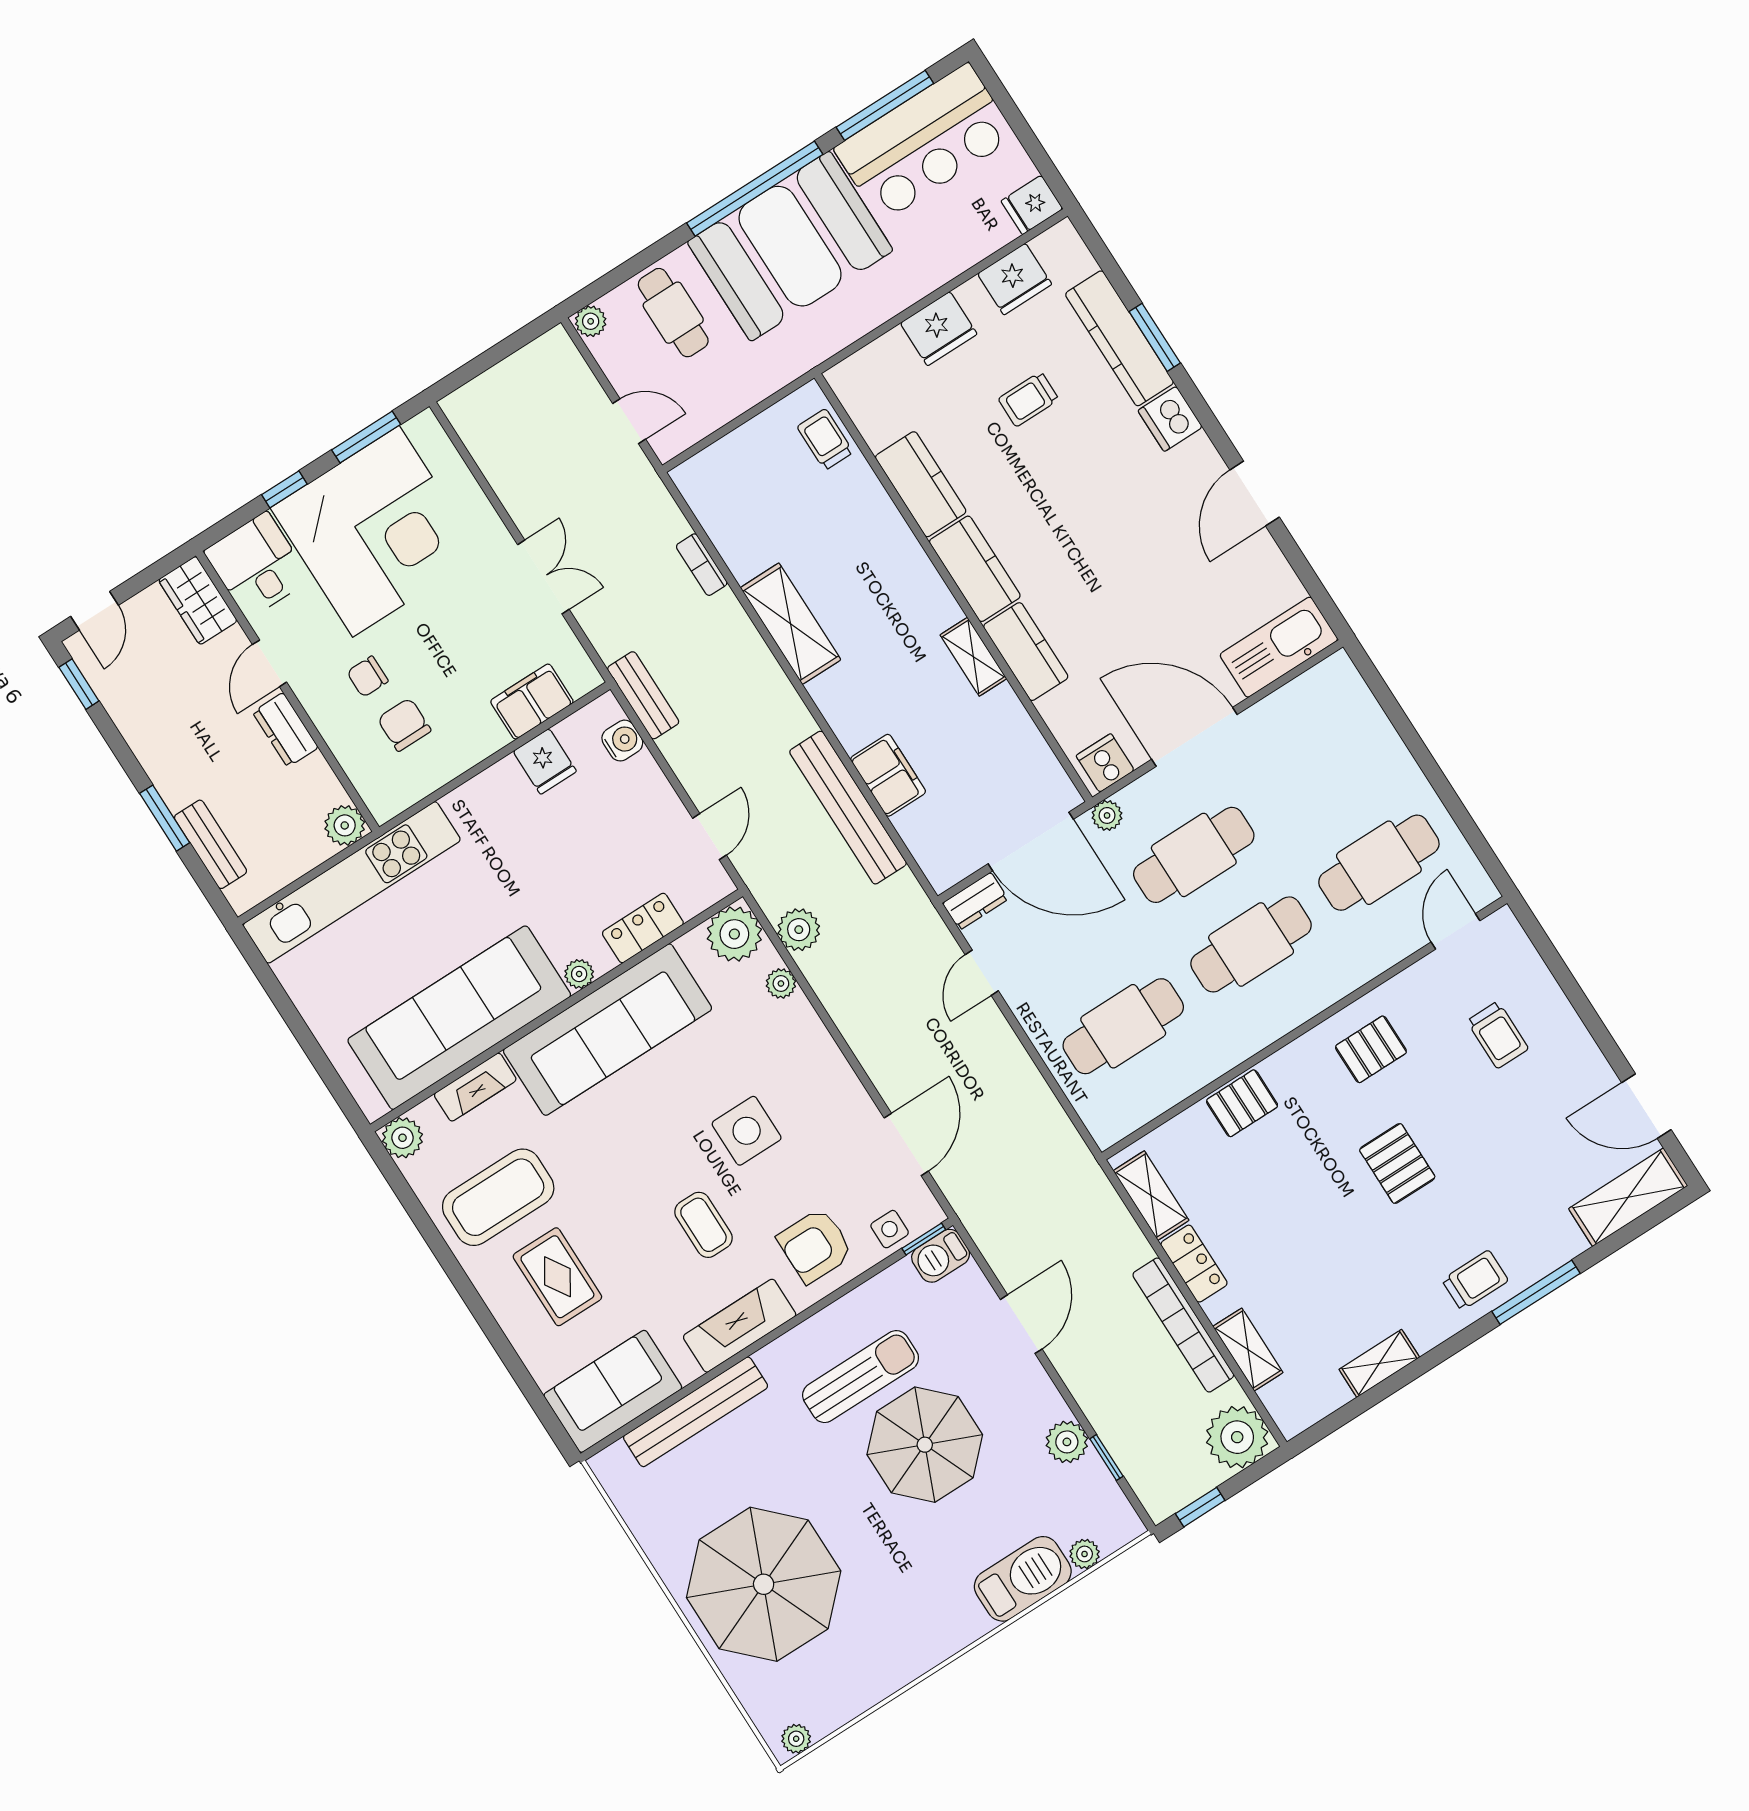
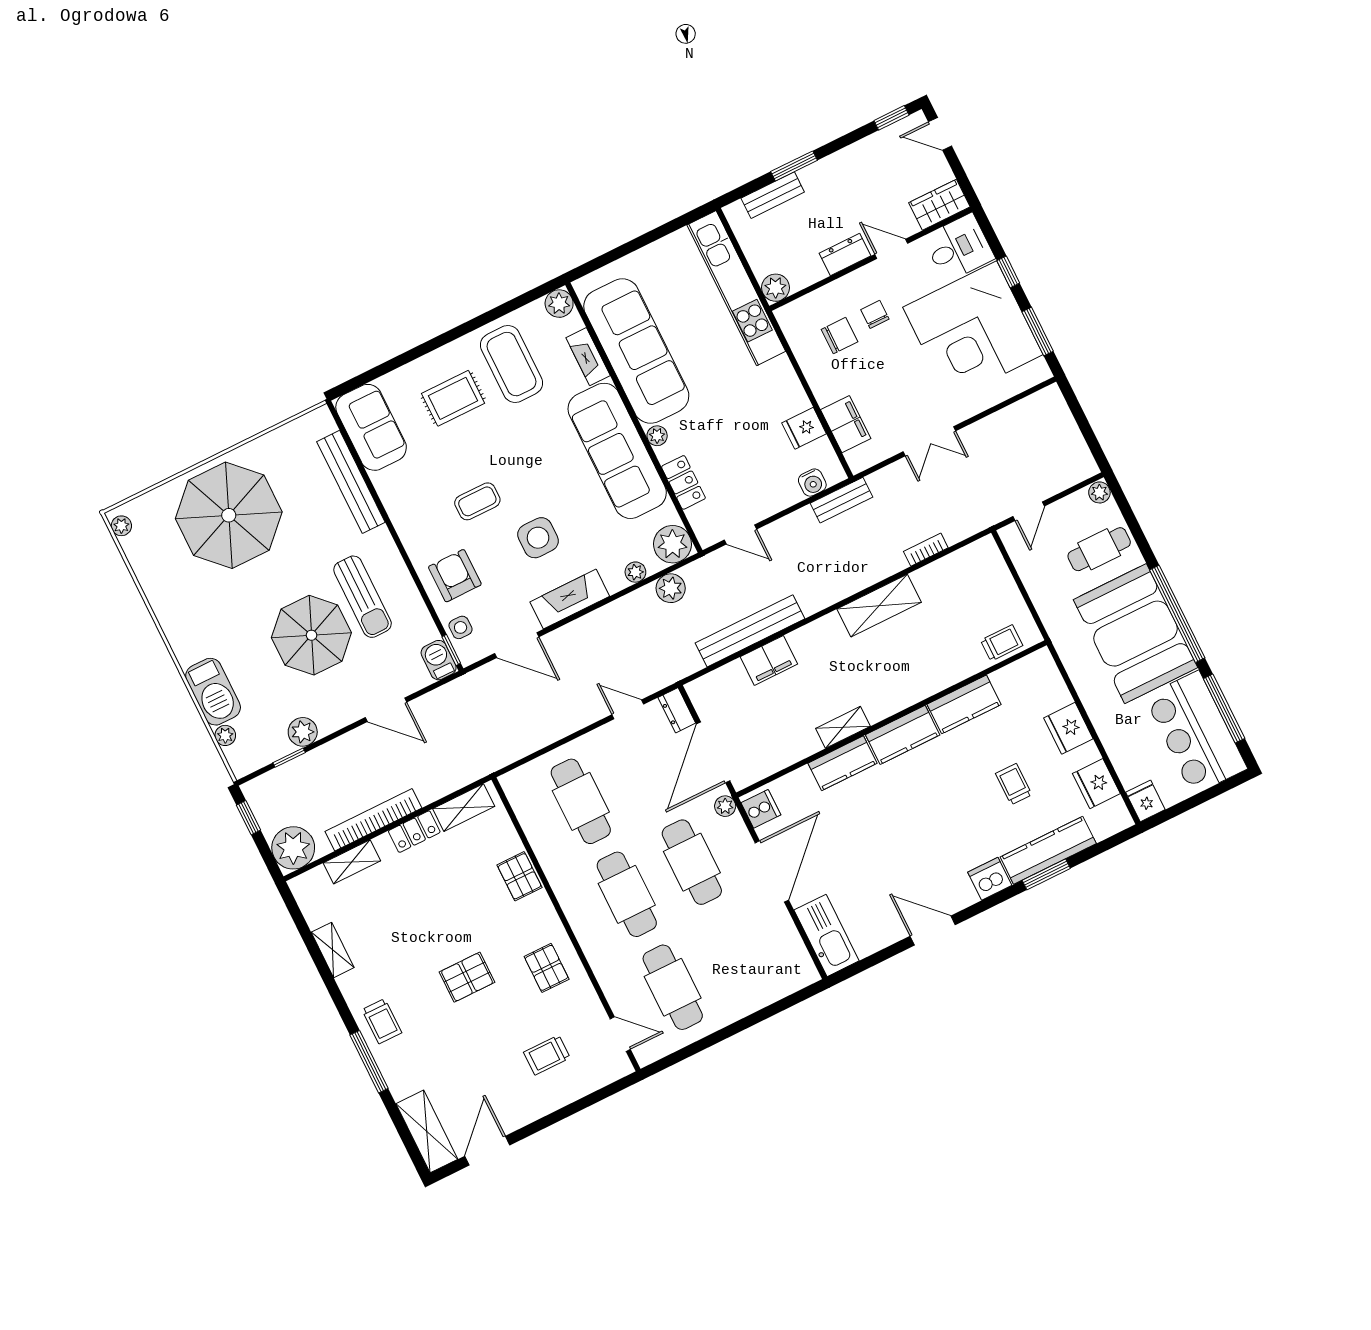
fireplace: (740, 1326) -> (570, 599), moved, turned -90

